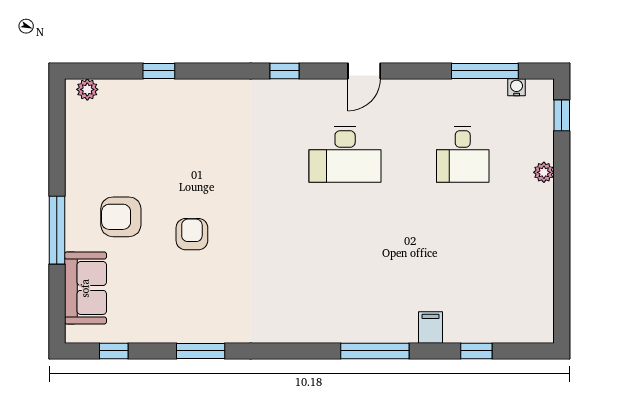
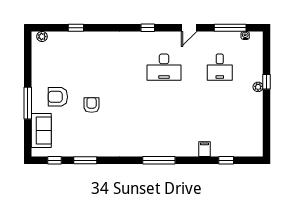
window: (284, 71) -> (148, 28), moved
door: (364, 71) -> (189, 28), moved
window: (562, 115) -> (267, 82), moved
plant: (544, 172) -> (258, 87), moved
window: (201, 351) -> (85, 160), moved
window: (375, 351) -> (159, 160), moved

